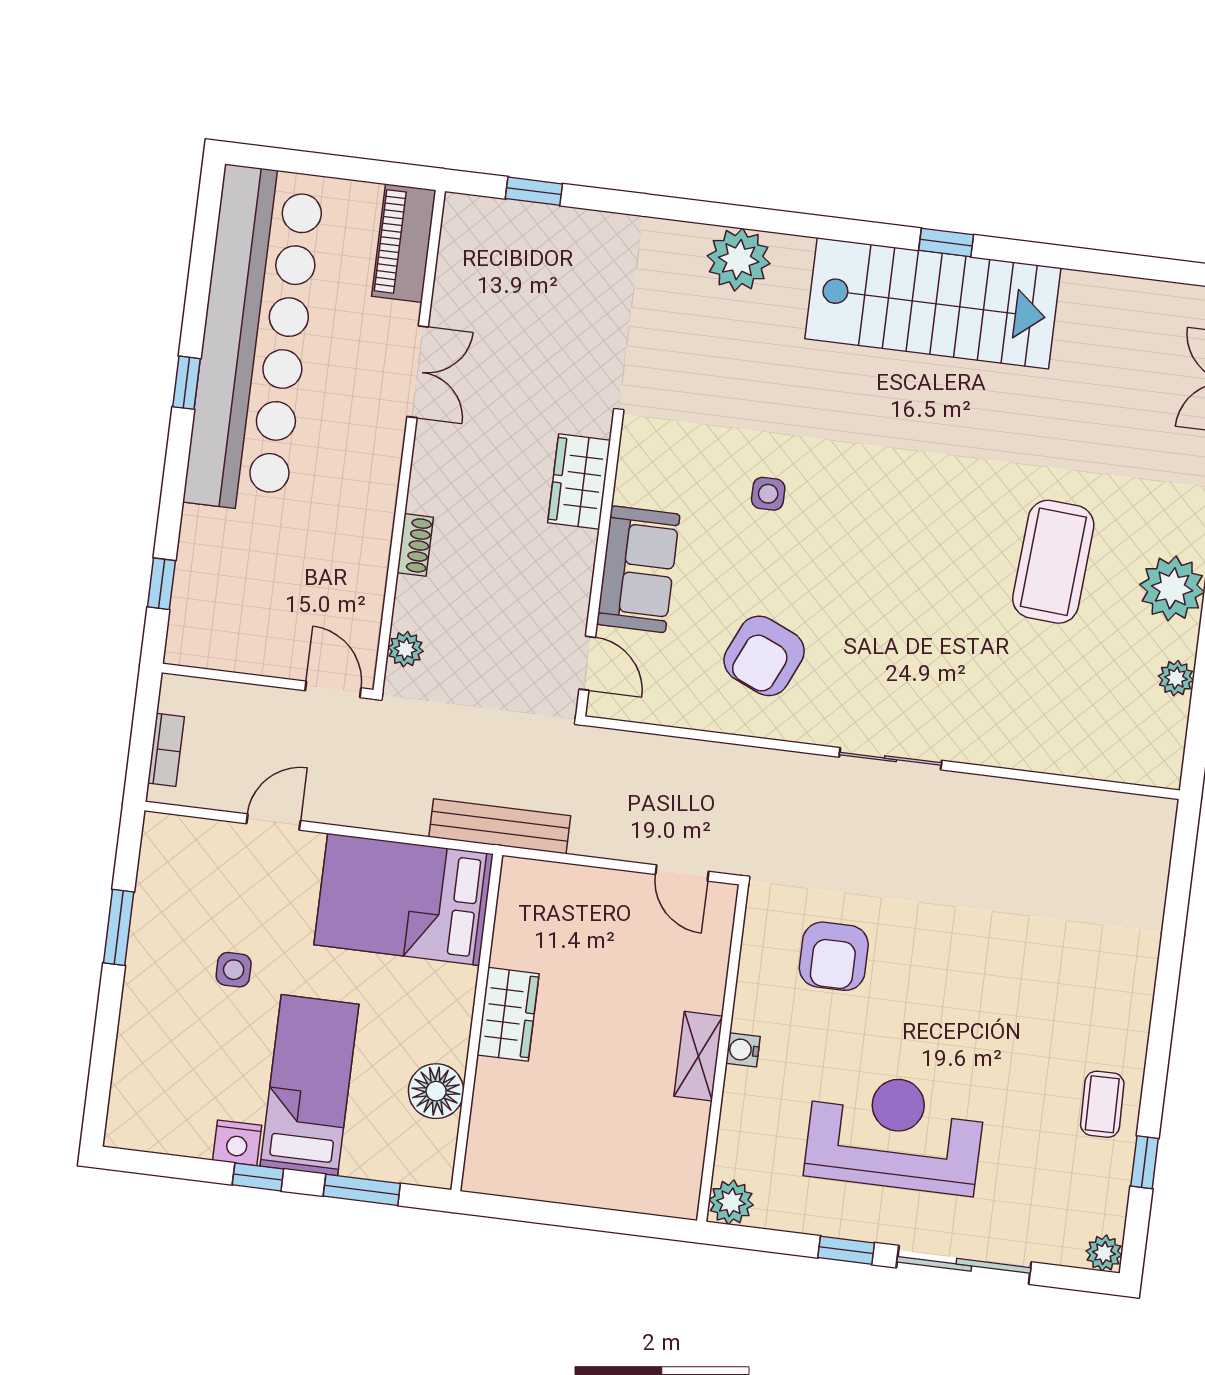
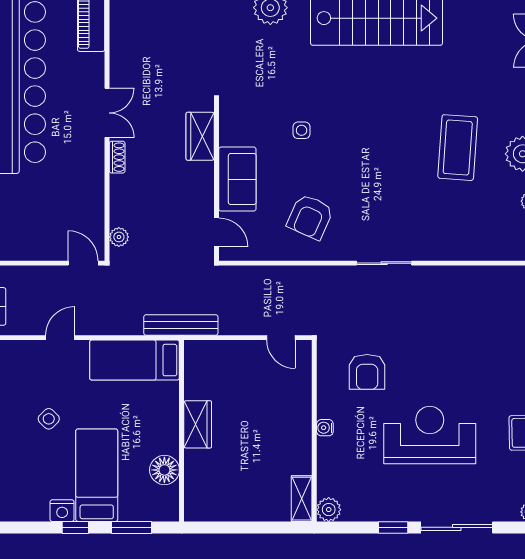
double door: (418, 372) -> (107, 113), moved
shoe rack: (415, 545) -> (117, 157), moved
bed: (404, 899) -> (135, 360), width x0.67
side table: (234, 970) -> (49, 419), turned 45
shelving: (698, 1056) -> (302, 499), moved
reception desk: (895, 1133) -> (430, 435), moved

